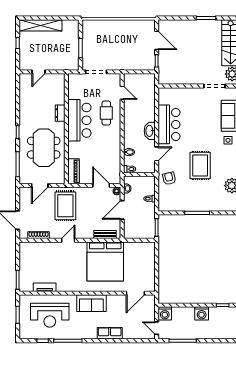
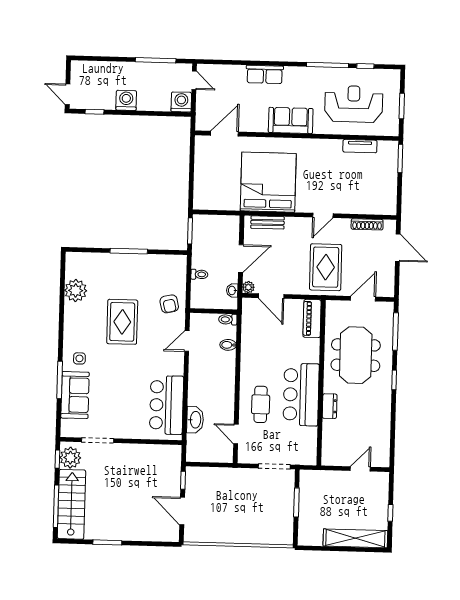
bar counter: (169, 124) -> (167, 405), moved
washbasin: (150, 131) -> (195, 420), moved

